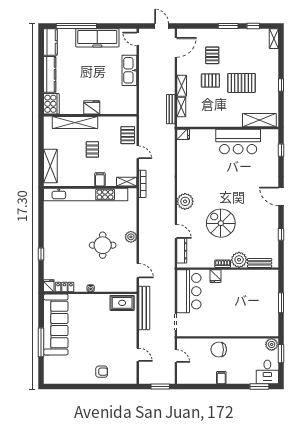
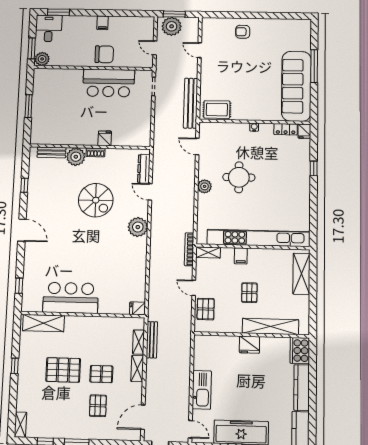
bar counter: (189, 291) -> (109, 83), moved, turned -90
plant: (162, 375) -> (172, 26), added

